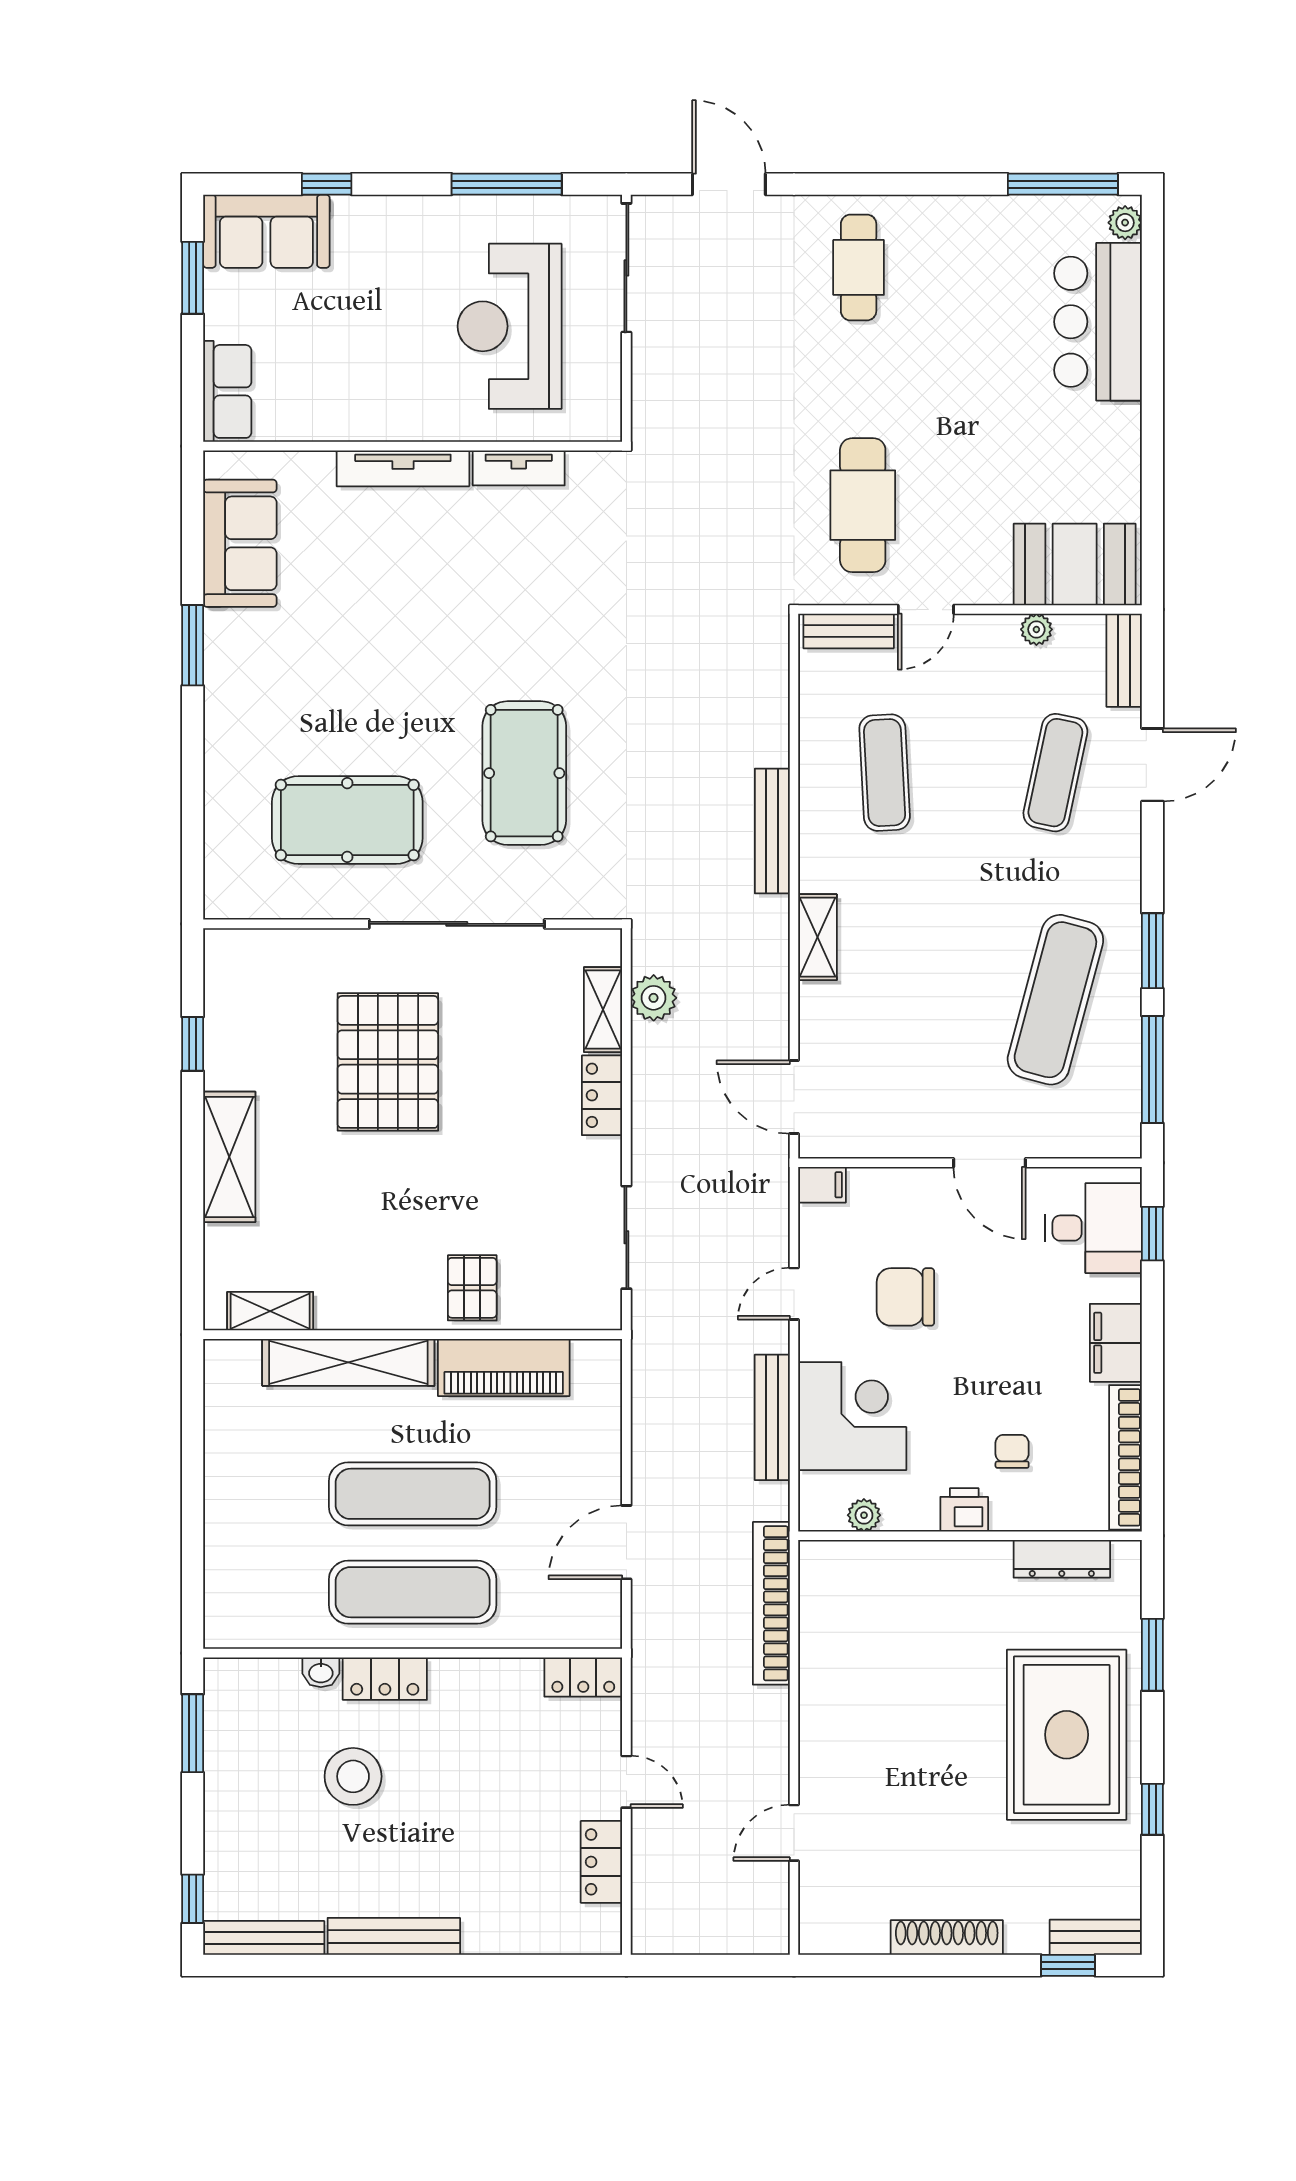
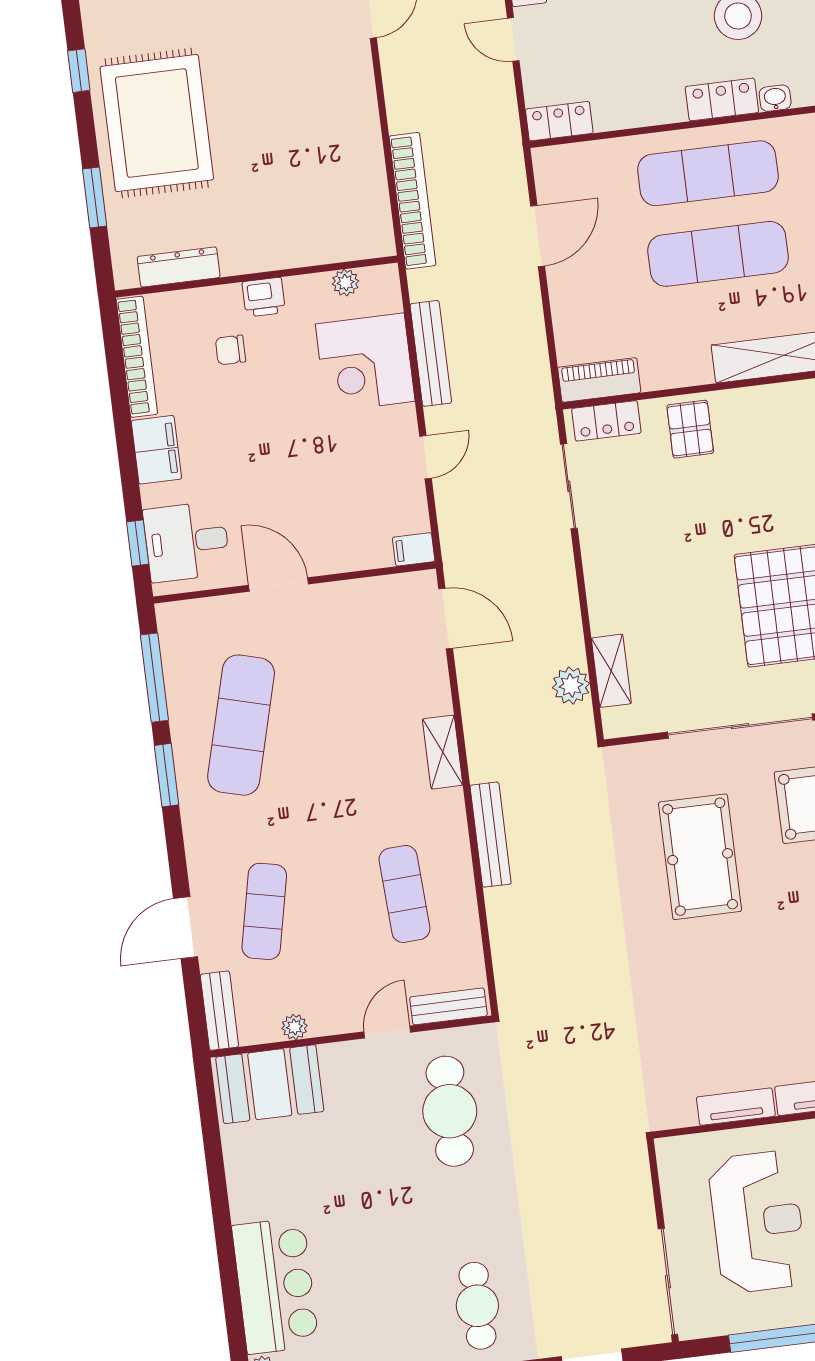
locker: (602, 1095) -> (606, 421), moved, turned 90
chair: (905, 1297) -> (334, 466), removed
piano: (504, 1367) -> (599, 380), moved, width x0.73, depth x0.75
chair: (1012, 1451) -> (230, 350), turned 90

